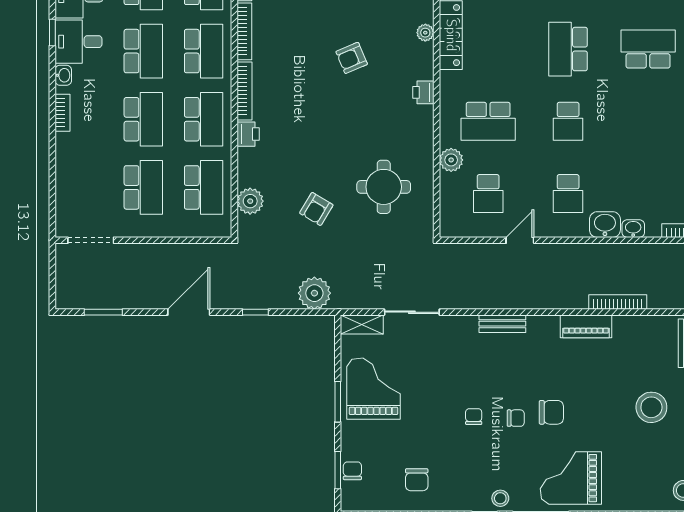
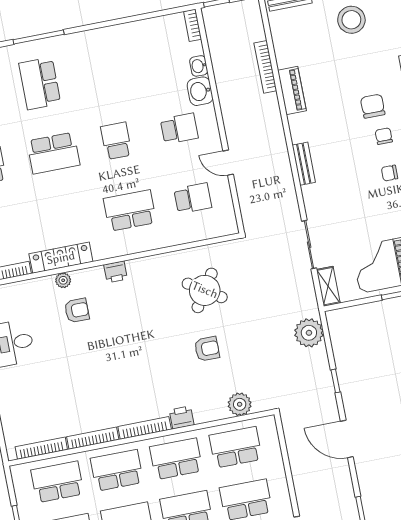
armchair: (352, 58) -> (77, 310), moved, turned -67
school desk: (488, 121) -> (130, 210), turned -90
school desk: (568, 121) -> (116, 141), turned -90
plant: (451, 160) -> (170, 236), removed
round table: (384, 187) -> (205, 290), turned 33
armchair: (316, 209) -> (207, 349), moved, turned -31

